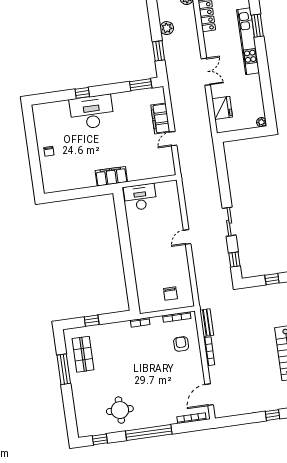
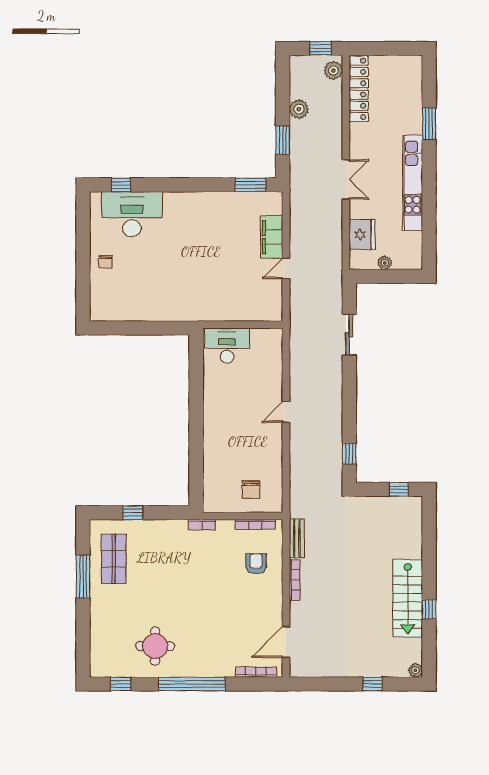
kitchen unit: (248, 41) -> (413, 183), moved
window: (82, 93) -> (121, 185), moved
desk: (92, 112) -> (132, 214), moved
plant: (261, 122) -> (385, 263), moved
filing cabinet: (111, 176) -> (190, 310), removed
sliding door: (229, 222) -> (349, 335), moved

